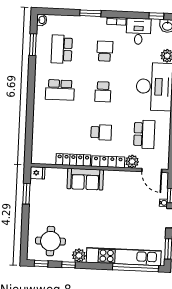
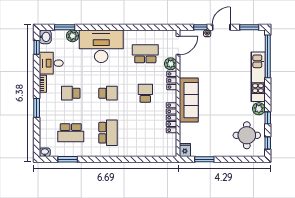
locker: (108, 162) -> (172, 80), width x0.66
sofa: (85, 179) -> (189, 100), width x1.36
kitchen unit: (124, 257) -> (258, 77), width x0.73

